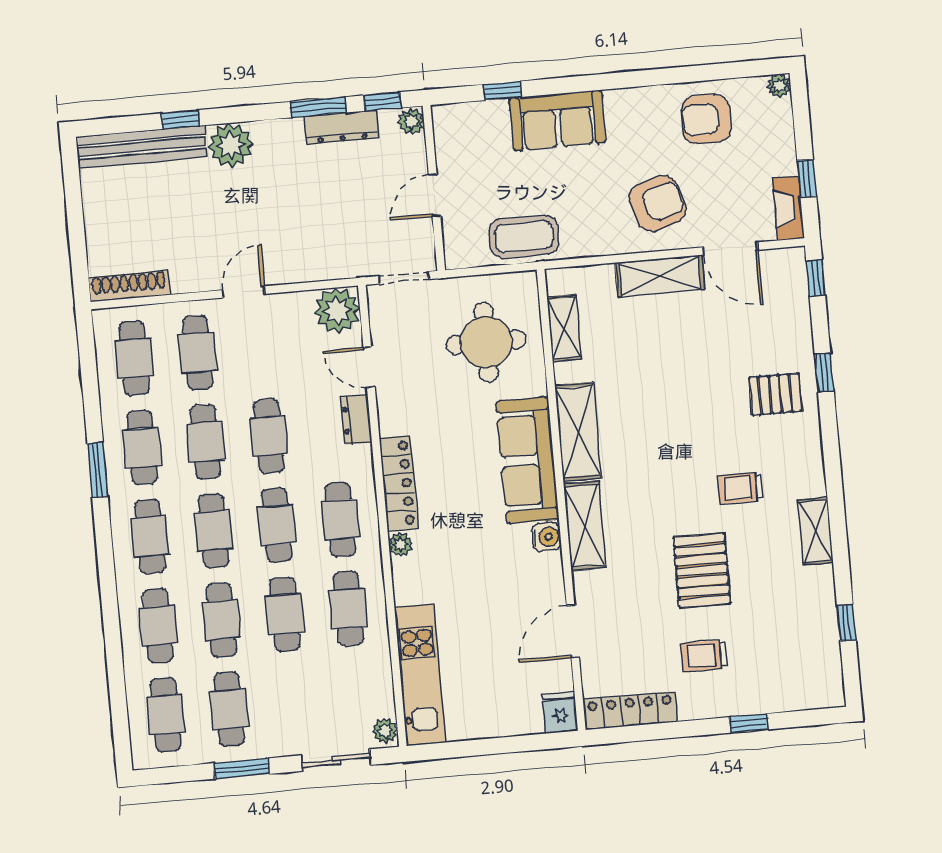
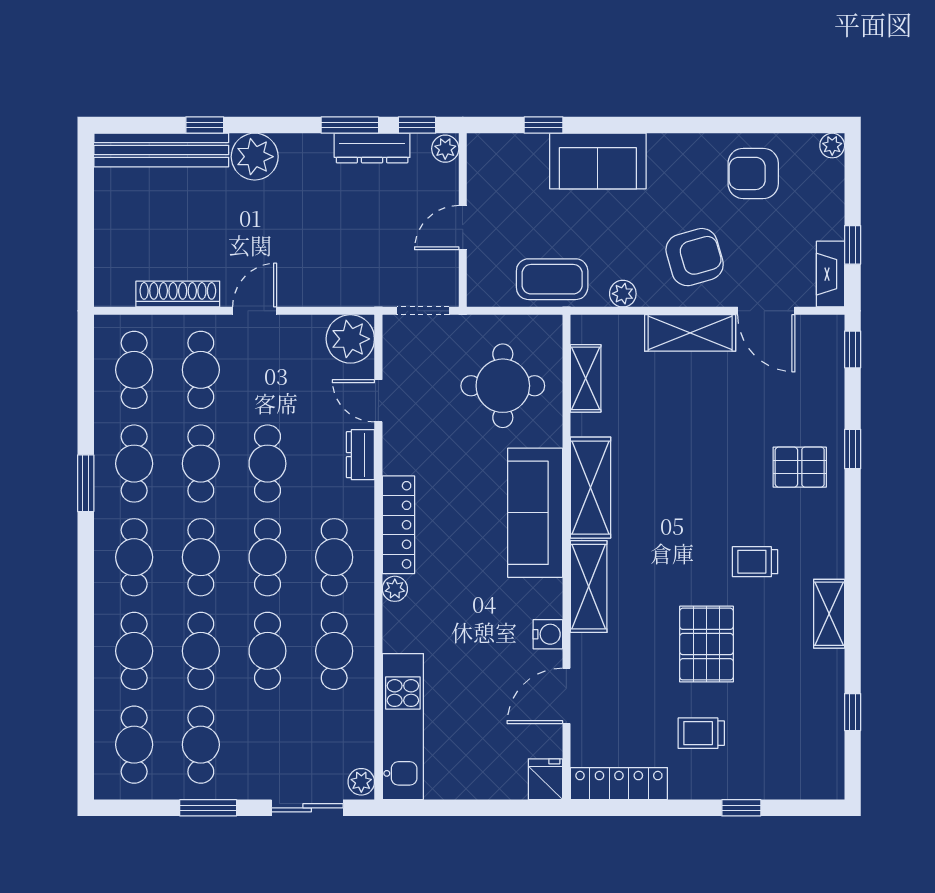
plant: (592, 244) -> (623, 294), added
shoe rack: (129, 286) -> (178, 294), moved
water cooler: (547, 537) -> (548, 634), moved

